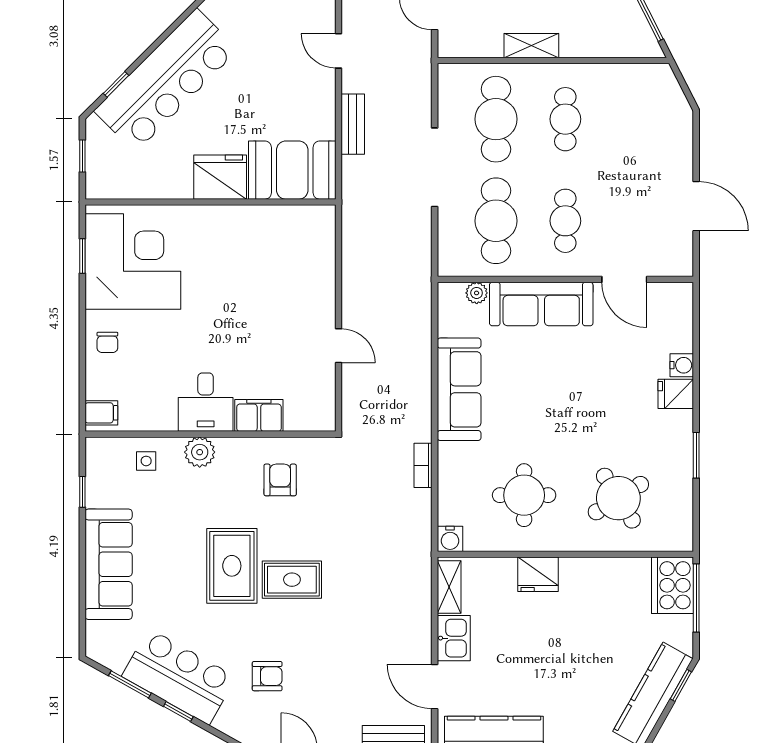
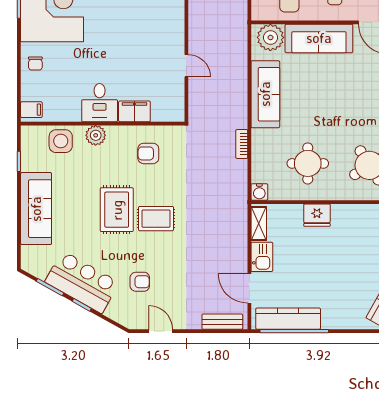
plant: (477, 293) -> (270, 37), width x1.87, depth x1.87
side table: (146, 461) -> (61, 141), width x1.87, depth x1.87
armchair: (280, 480) -> (148, 153), turned -90

